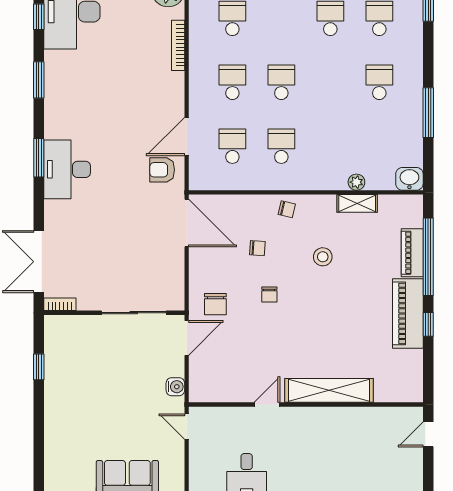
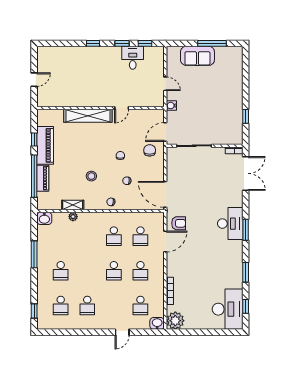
shelving: (329, 390) -> (88, 116), moved
door: (267, 404) -> (122, 108), moved
wall: (306, 404) -> (101, 108), moved

